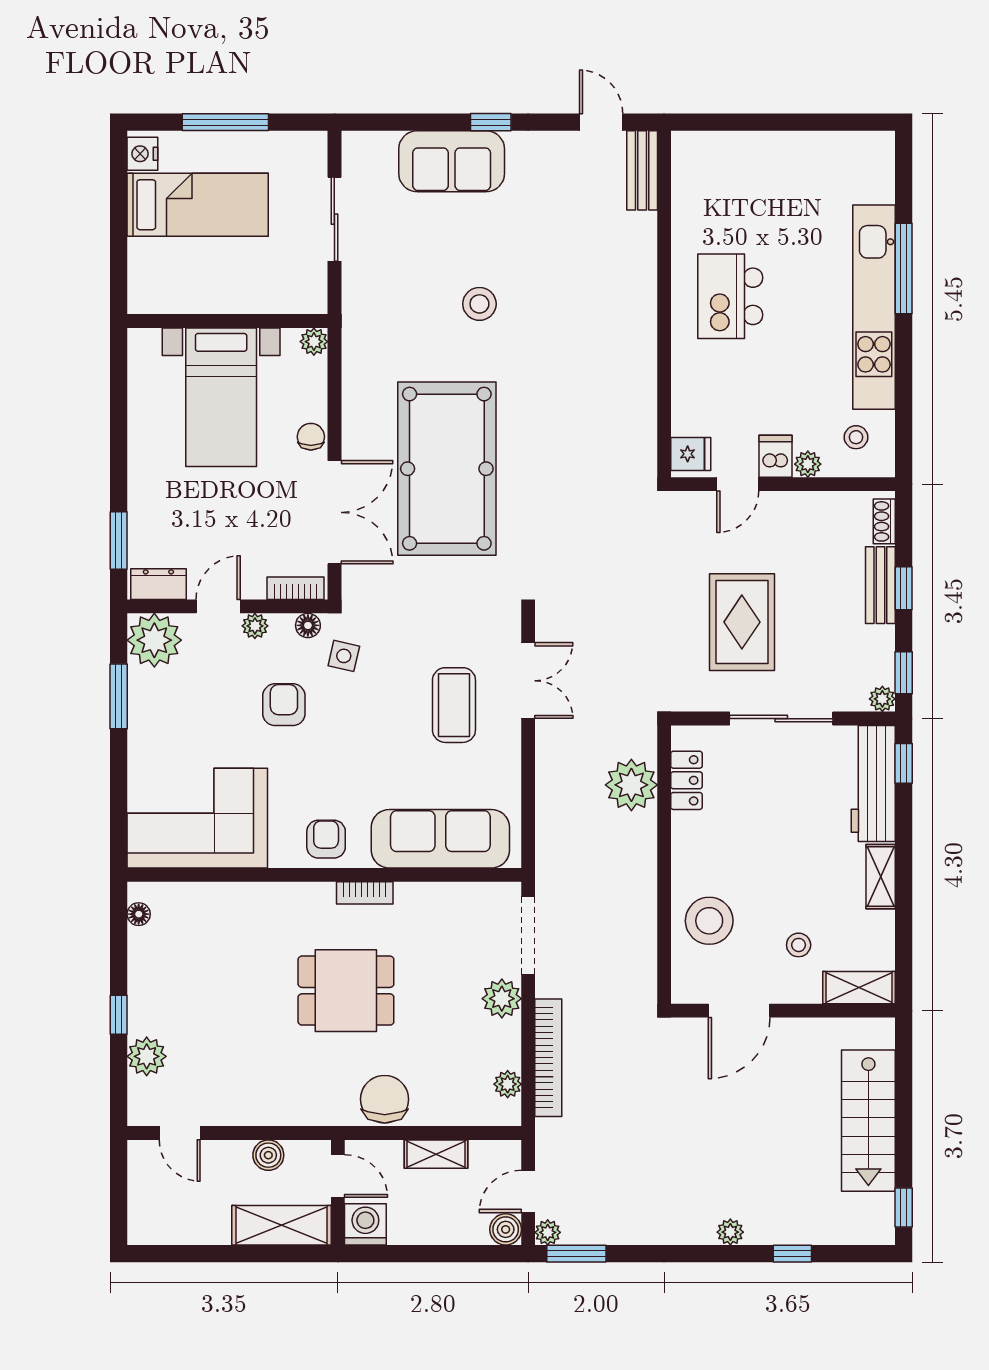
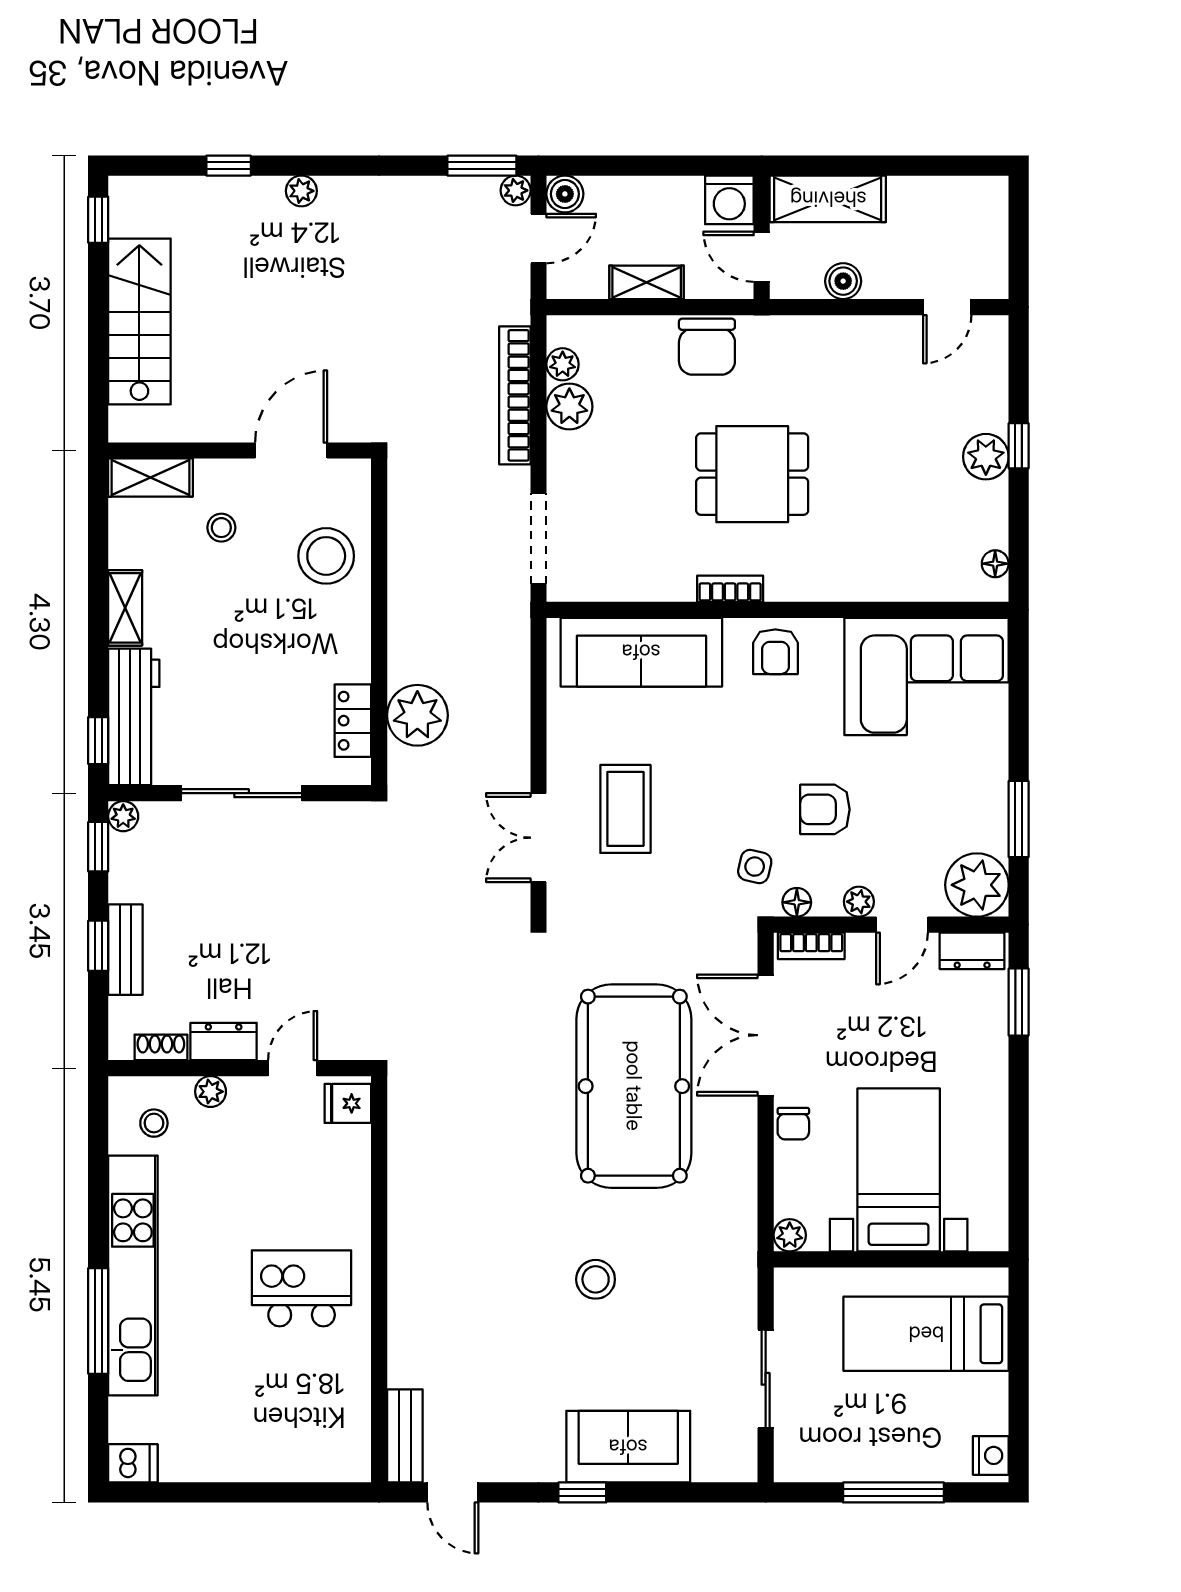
bed: (198, 205) -> (926, 1334), moved
kitchen island: (730, 296) -> (302, 1288), turned -90
dishwasher: (776, 456) -> (133, 1463), moved, turned -90
dresser: (797, 507) -> (224, 1041), added
shoe rack: (884, 521) -> (161, 1047), moved, turned -90
rug: (742, 622) -> (288, 906), removed
armchair: (284, 705) -> (825, 809), turned 90
plant: (502, 999) -> (569, 407), moved
plant: (147, 1056) -> (986, 457), moved
door: (180, 1133) -> (947, 307), swing flipped

